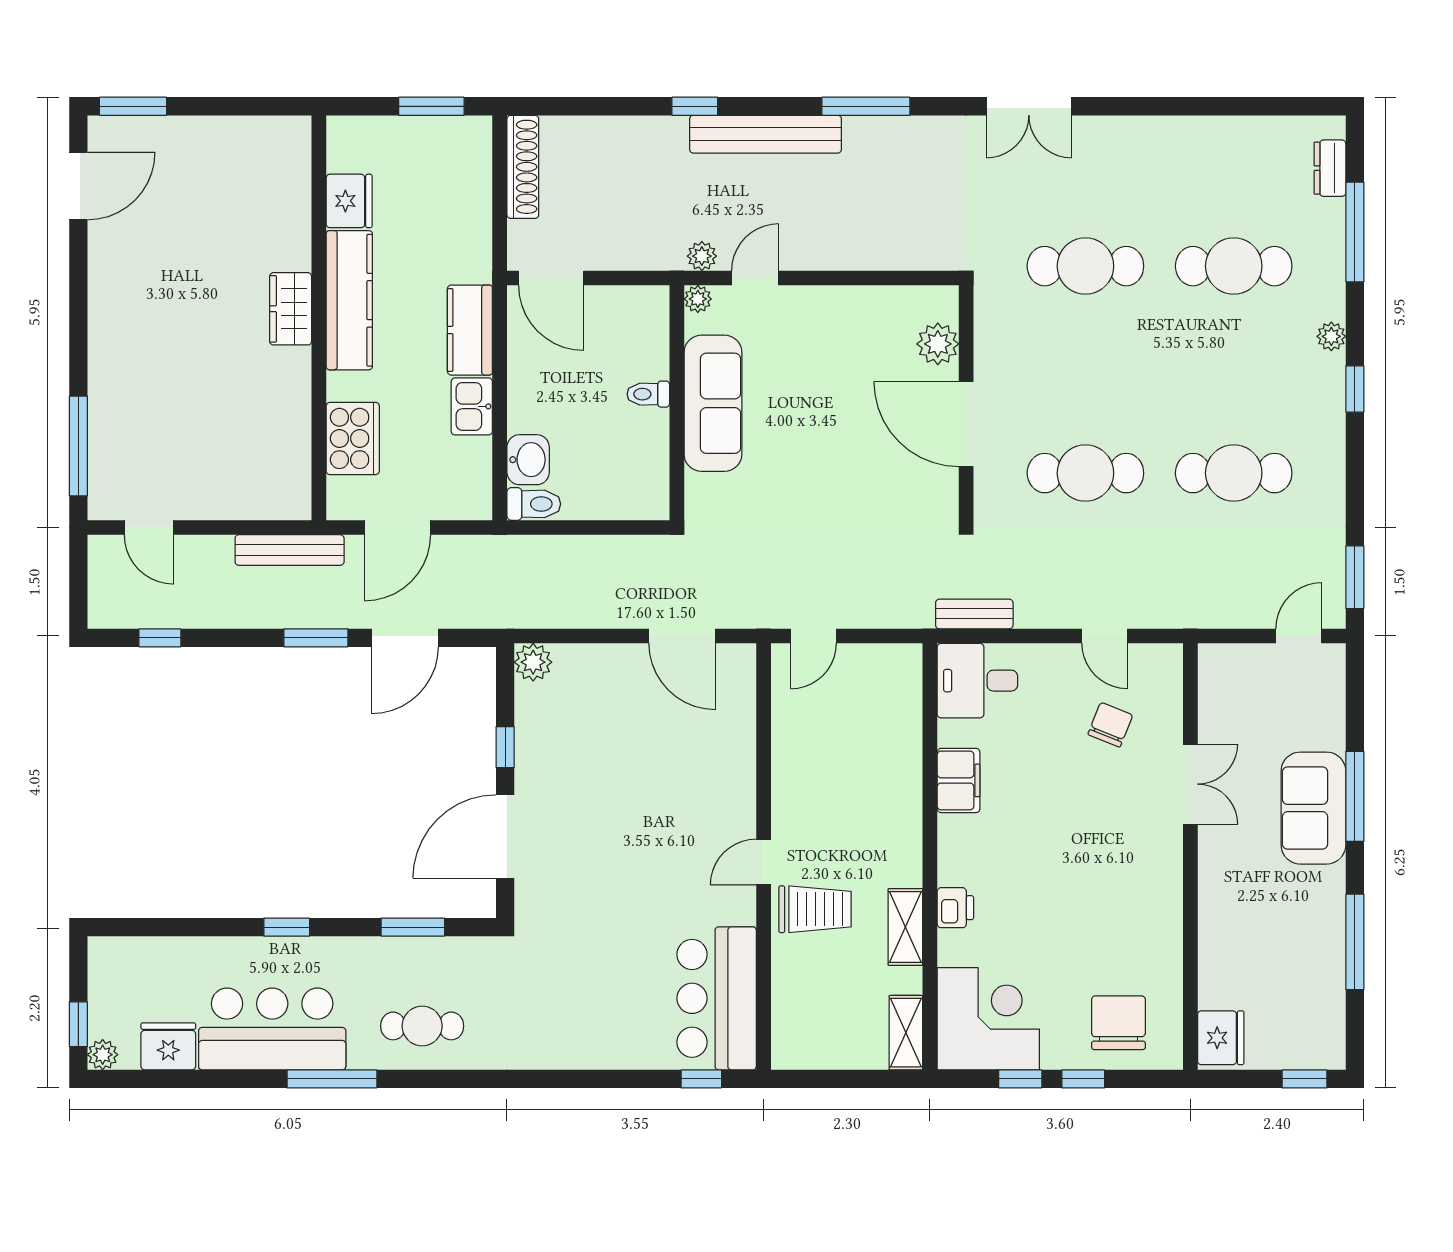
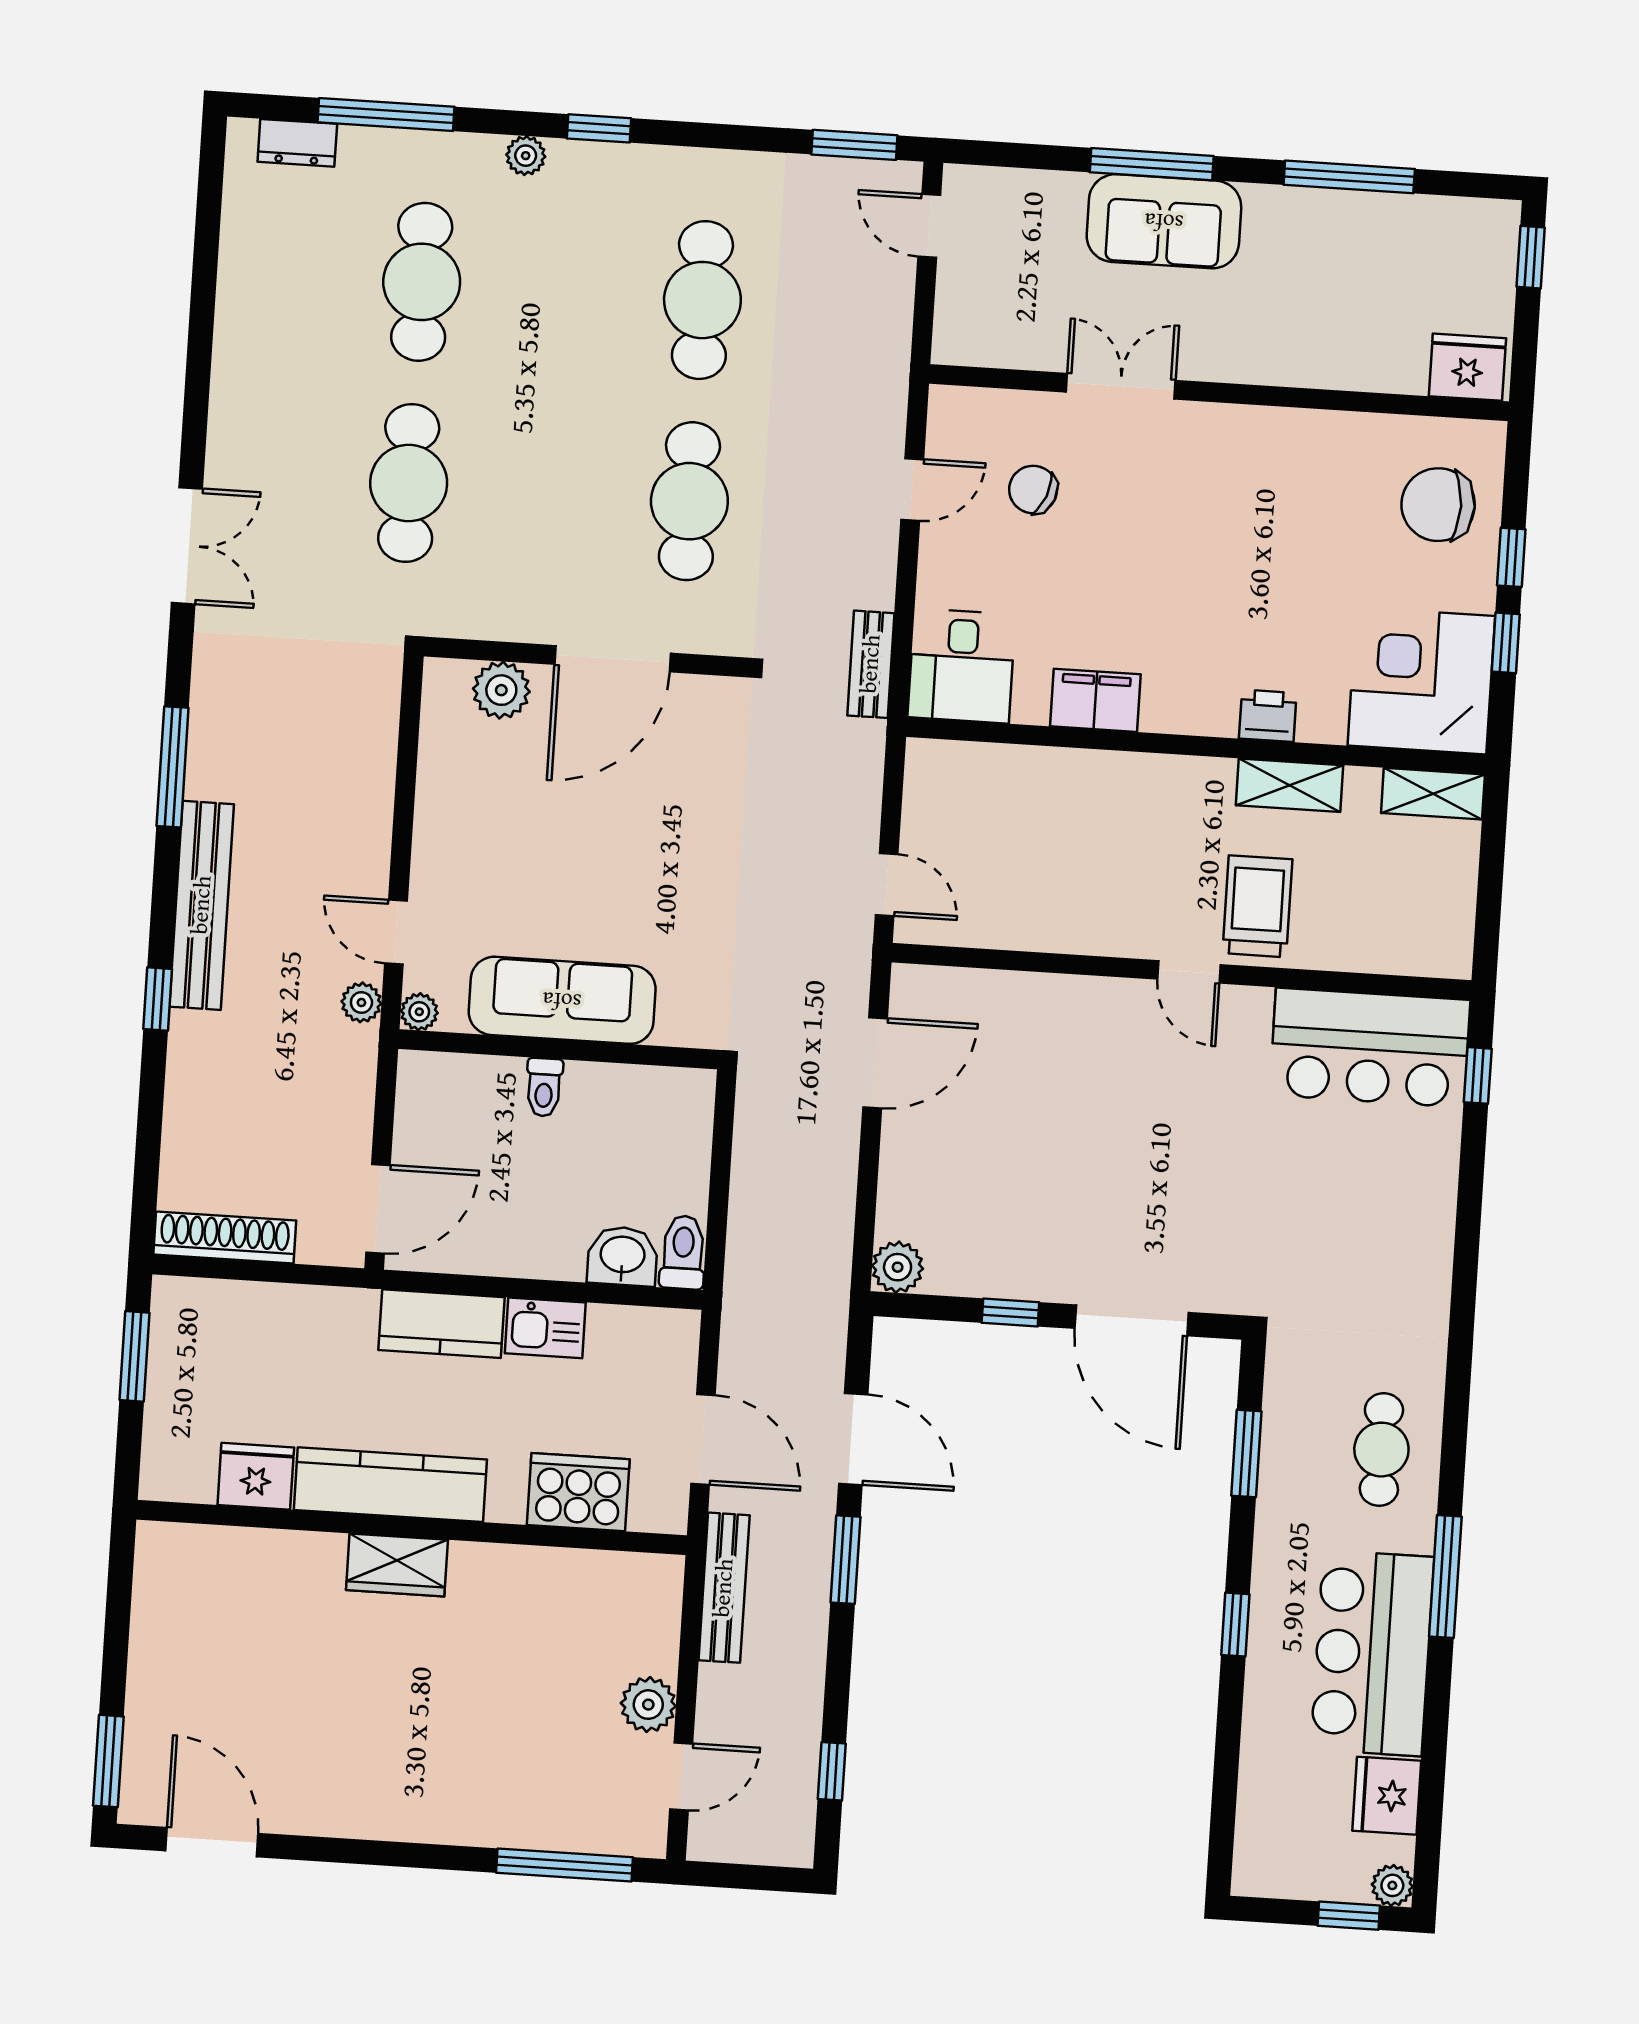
plant: (200, 500) -> (648, 1705), added

